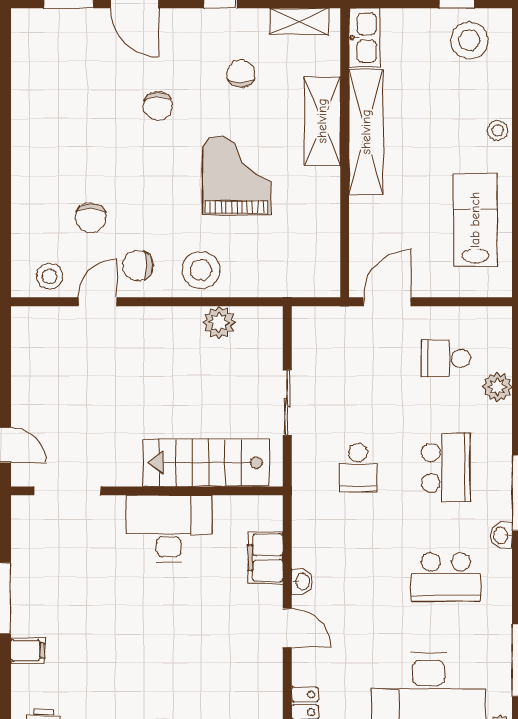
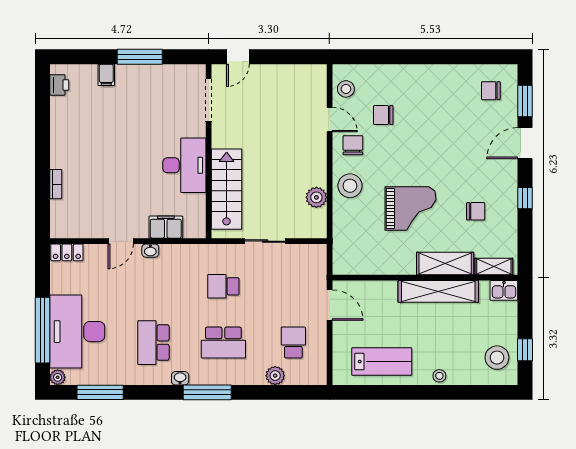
shelving: (299, 21) -> (494, 267), moved, turned 90
kitchen sink: (364, 38) -> (504, 290), width x0.73
chair: (158, 106) -> (491, 91), moved

